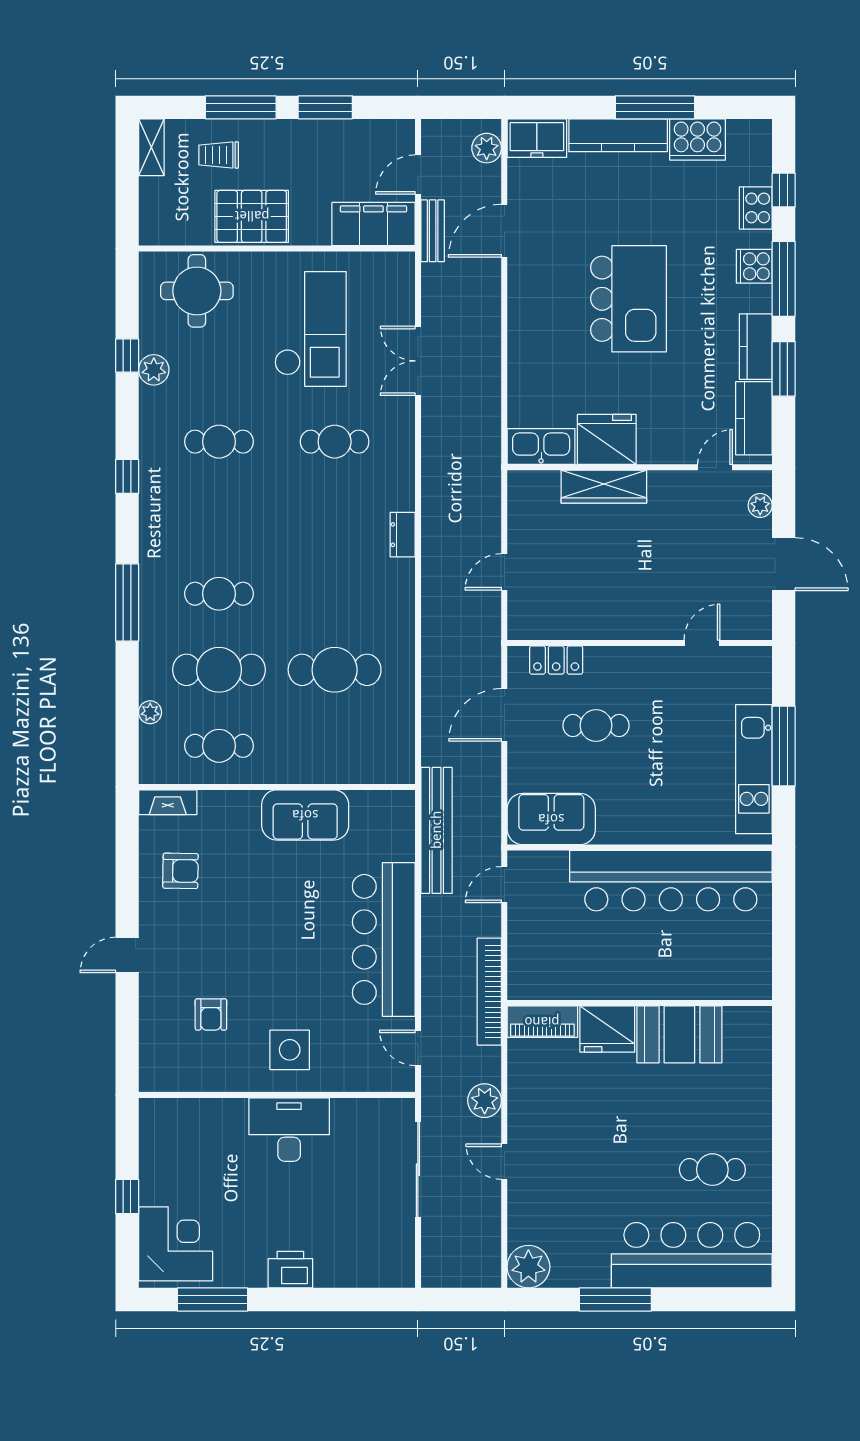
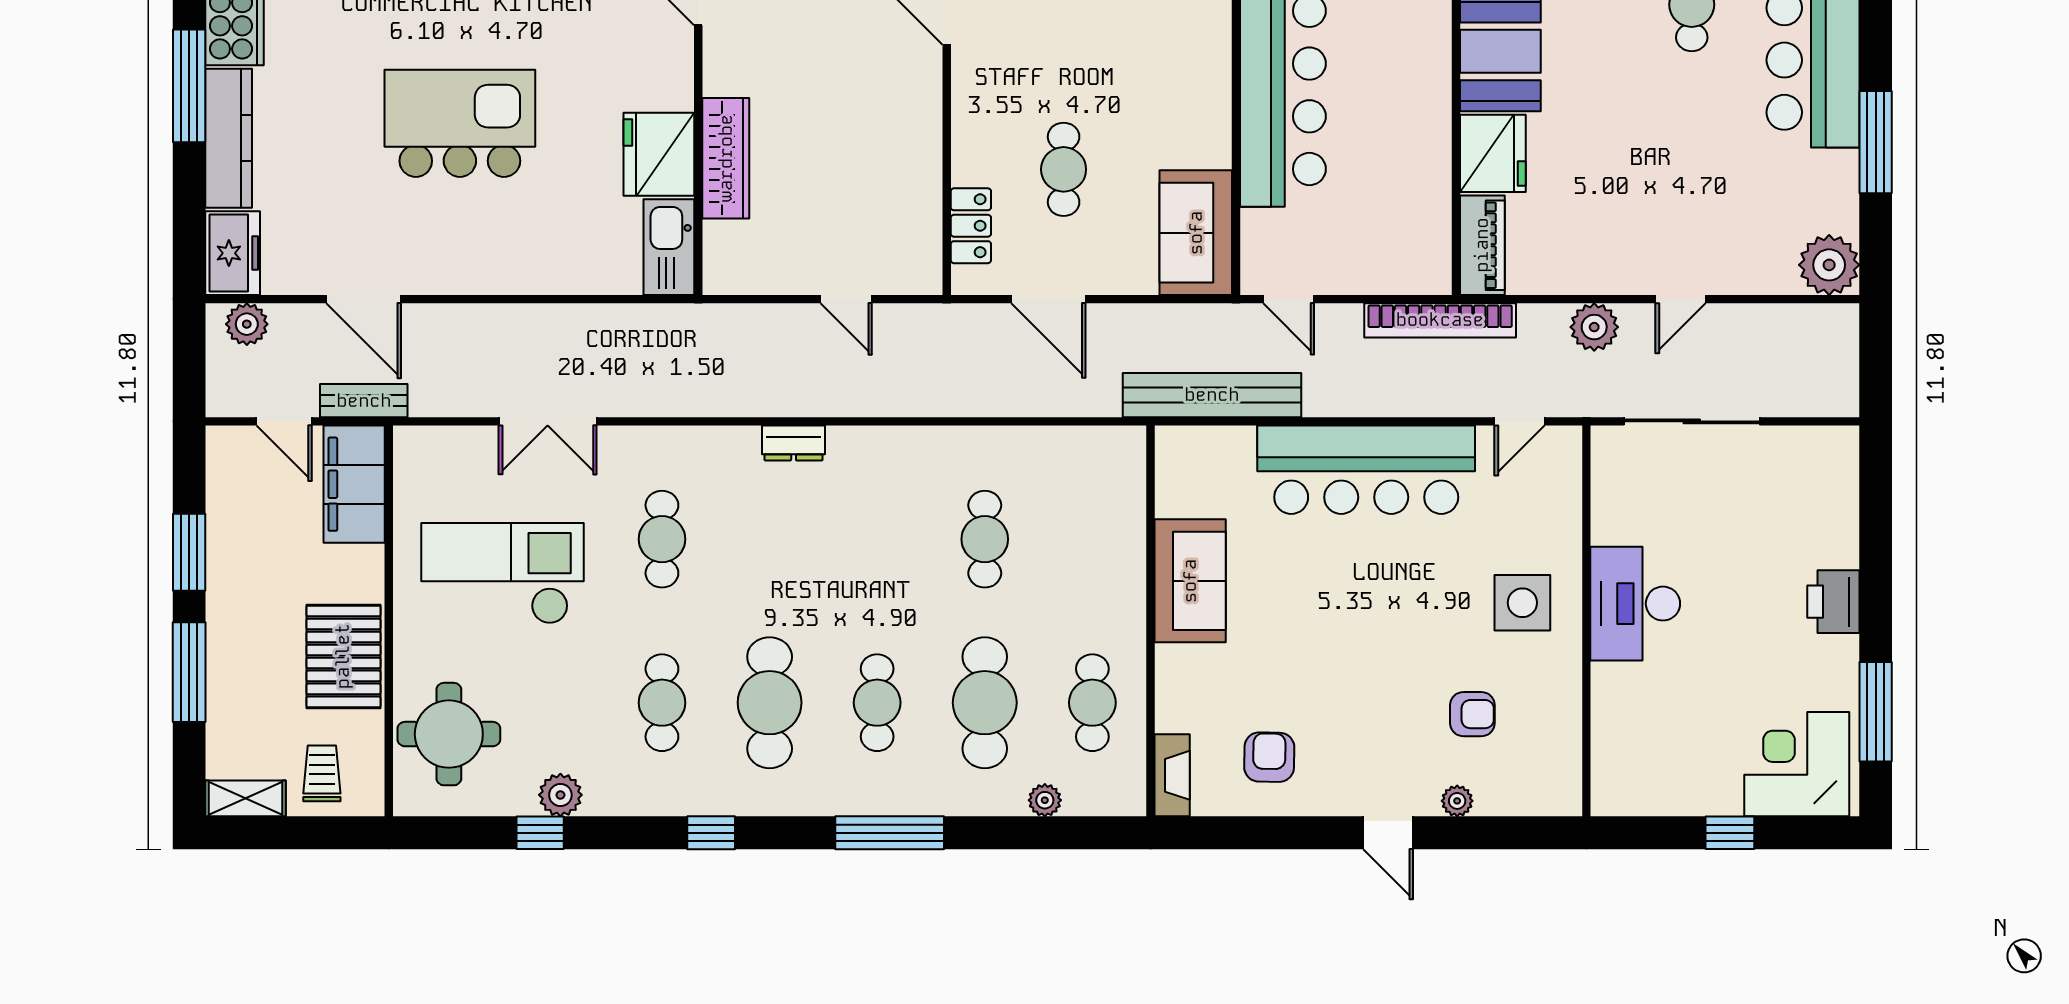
trolley: (219, 155) -> (322, 773), moved, turned 180
cafe table: (219, 518) -> (770, 703), added
cafe table: (335, 670) -> (985, 539), width x0.73, depth x0.74
plant: (150, 1004) -> (1457, 801), added

